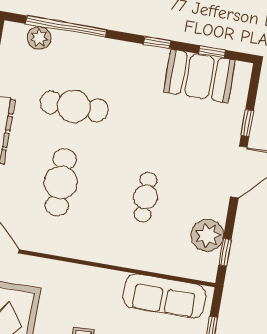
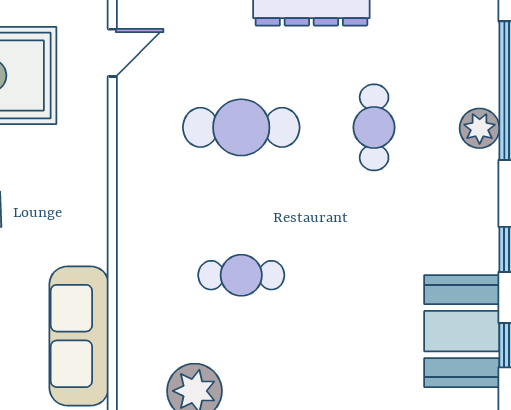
plant: (39, 38) -> (480, 128), moved
cafe table: (74, 106) -> (374, 127), width x0.73, depth x0.74

